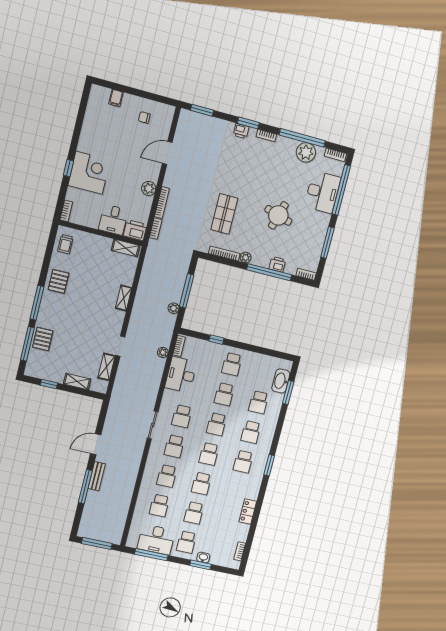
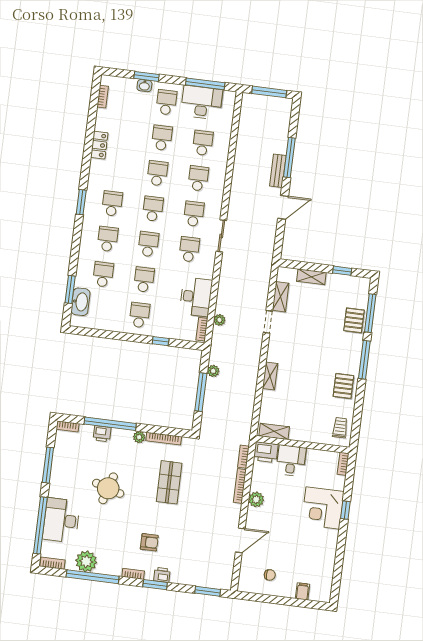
armchair: (248, 162) -> (149, 542), added

